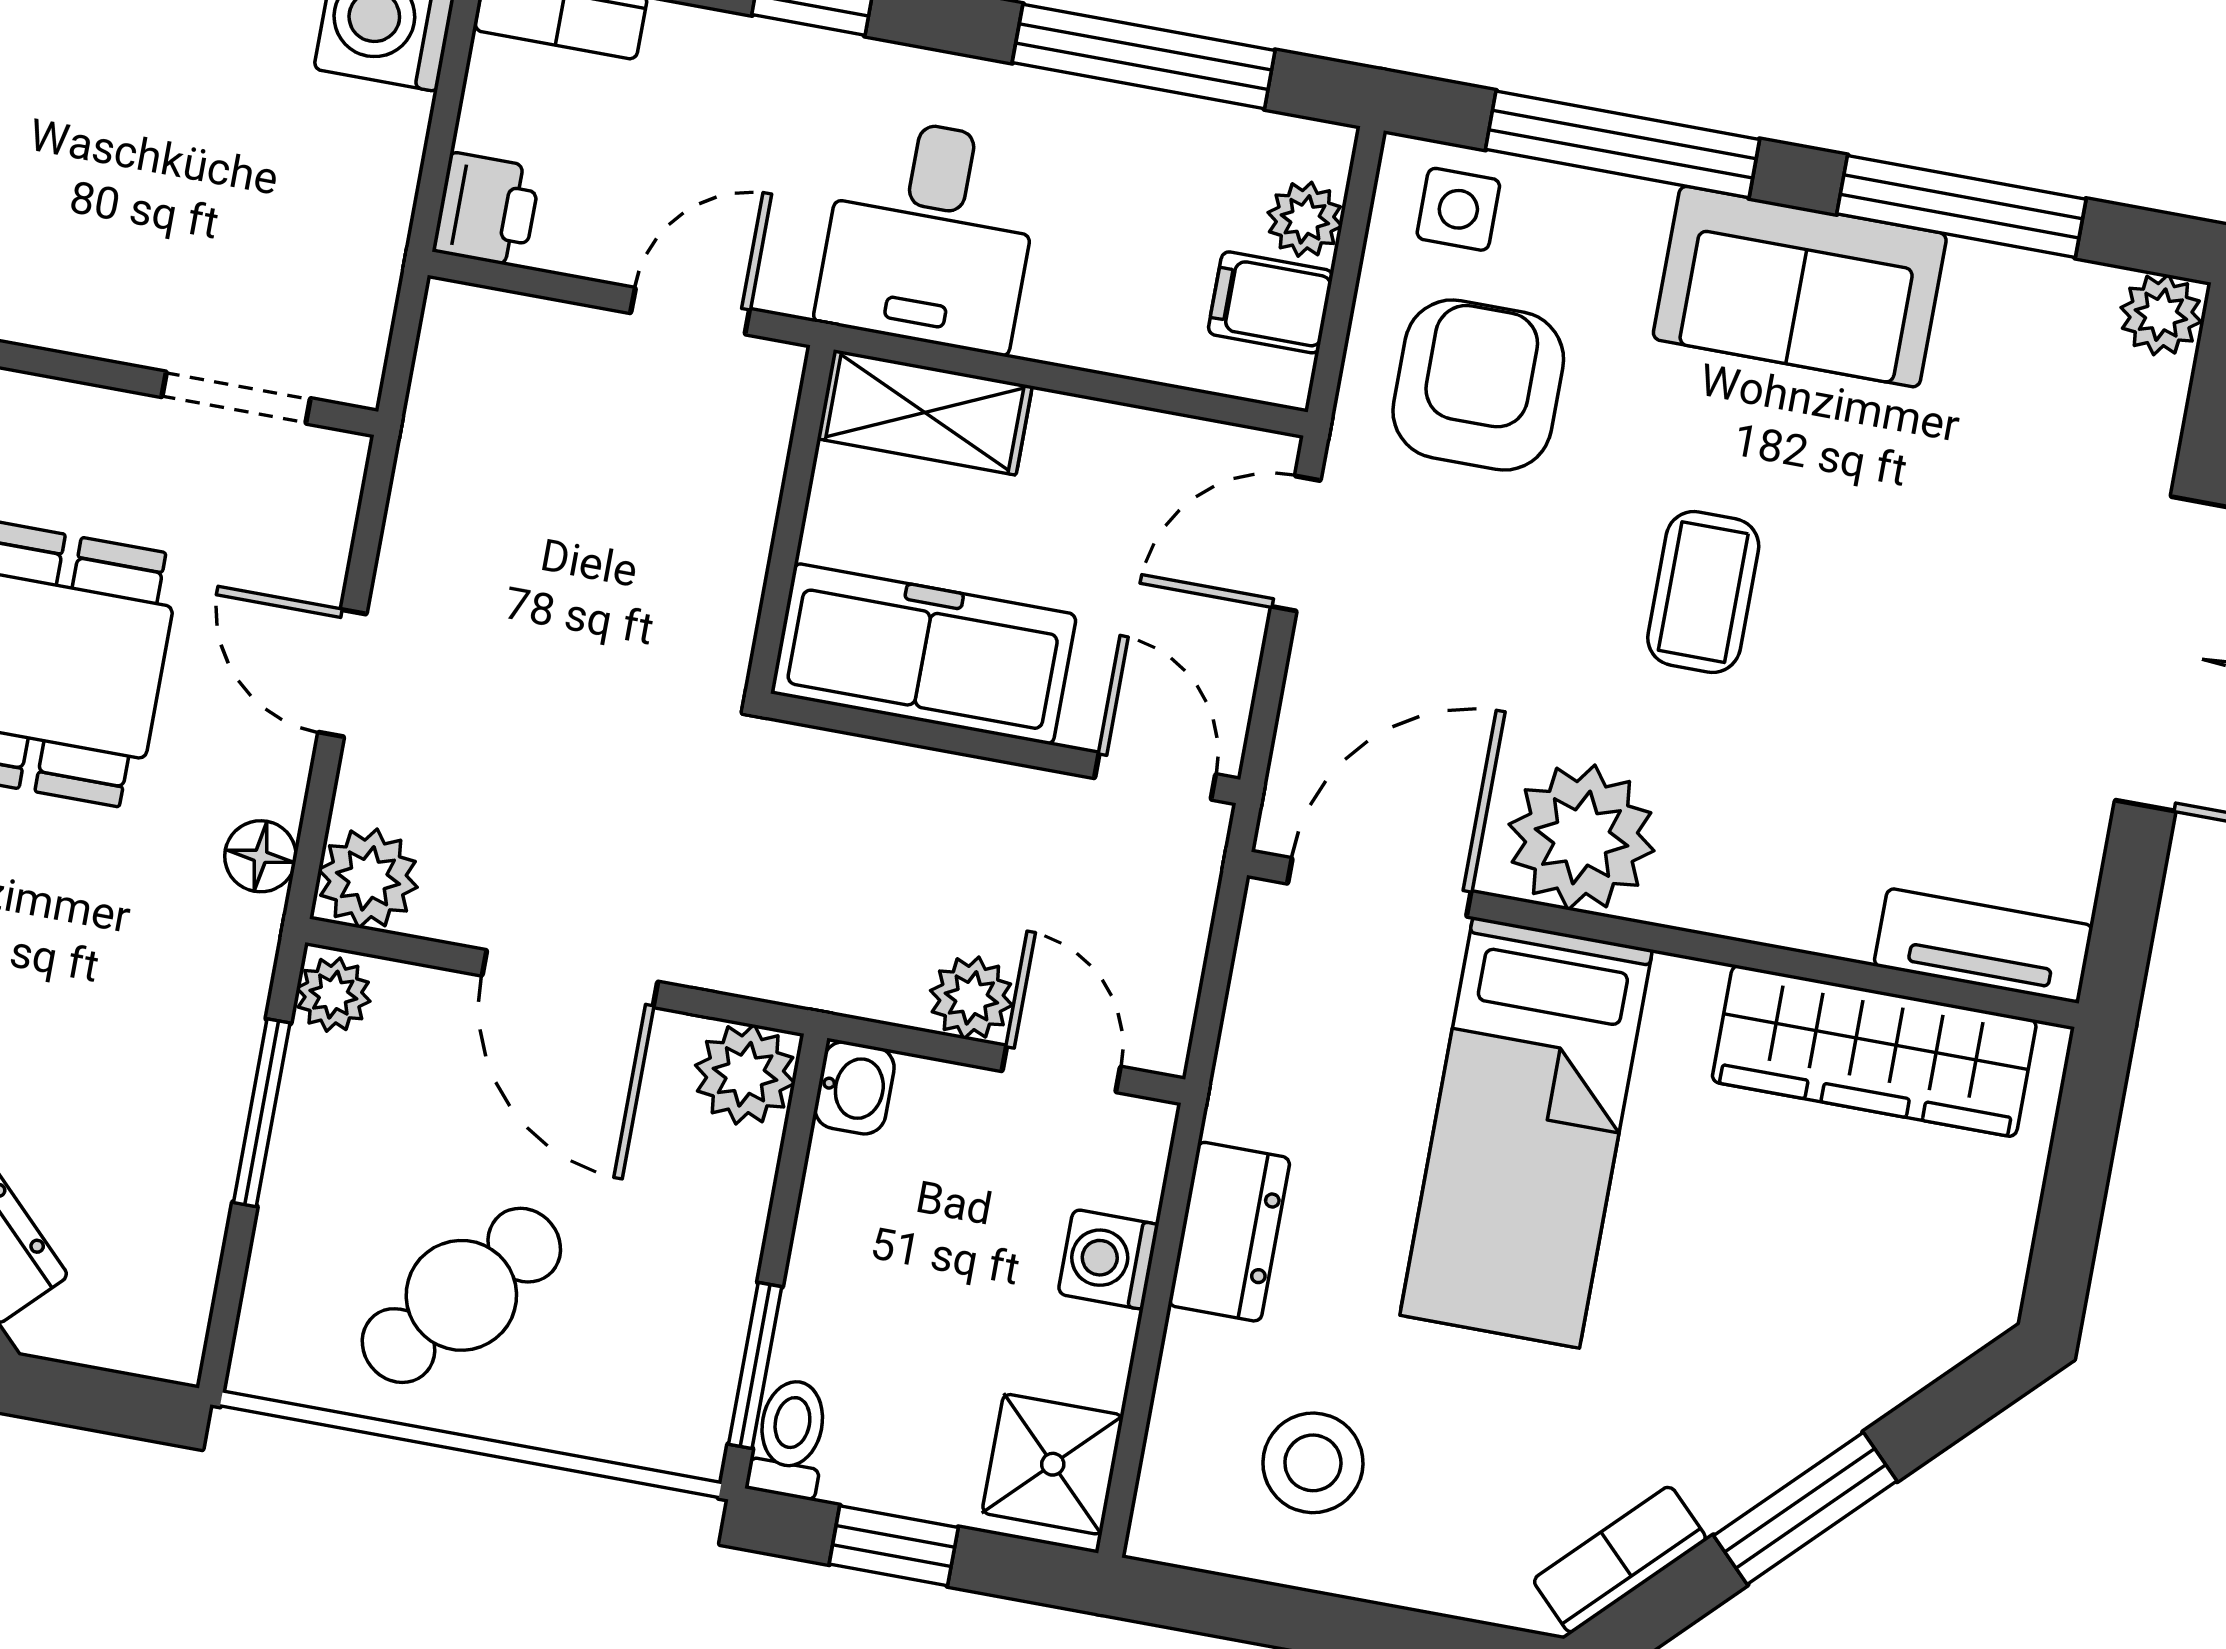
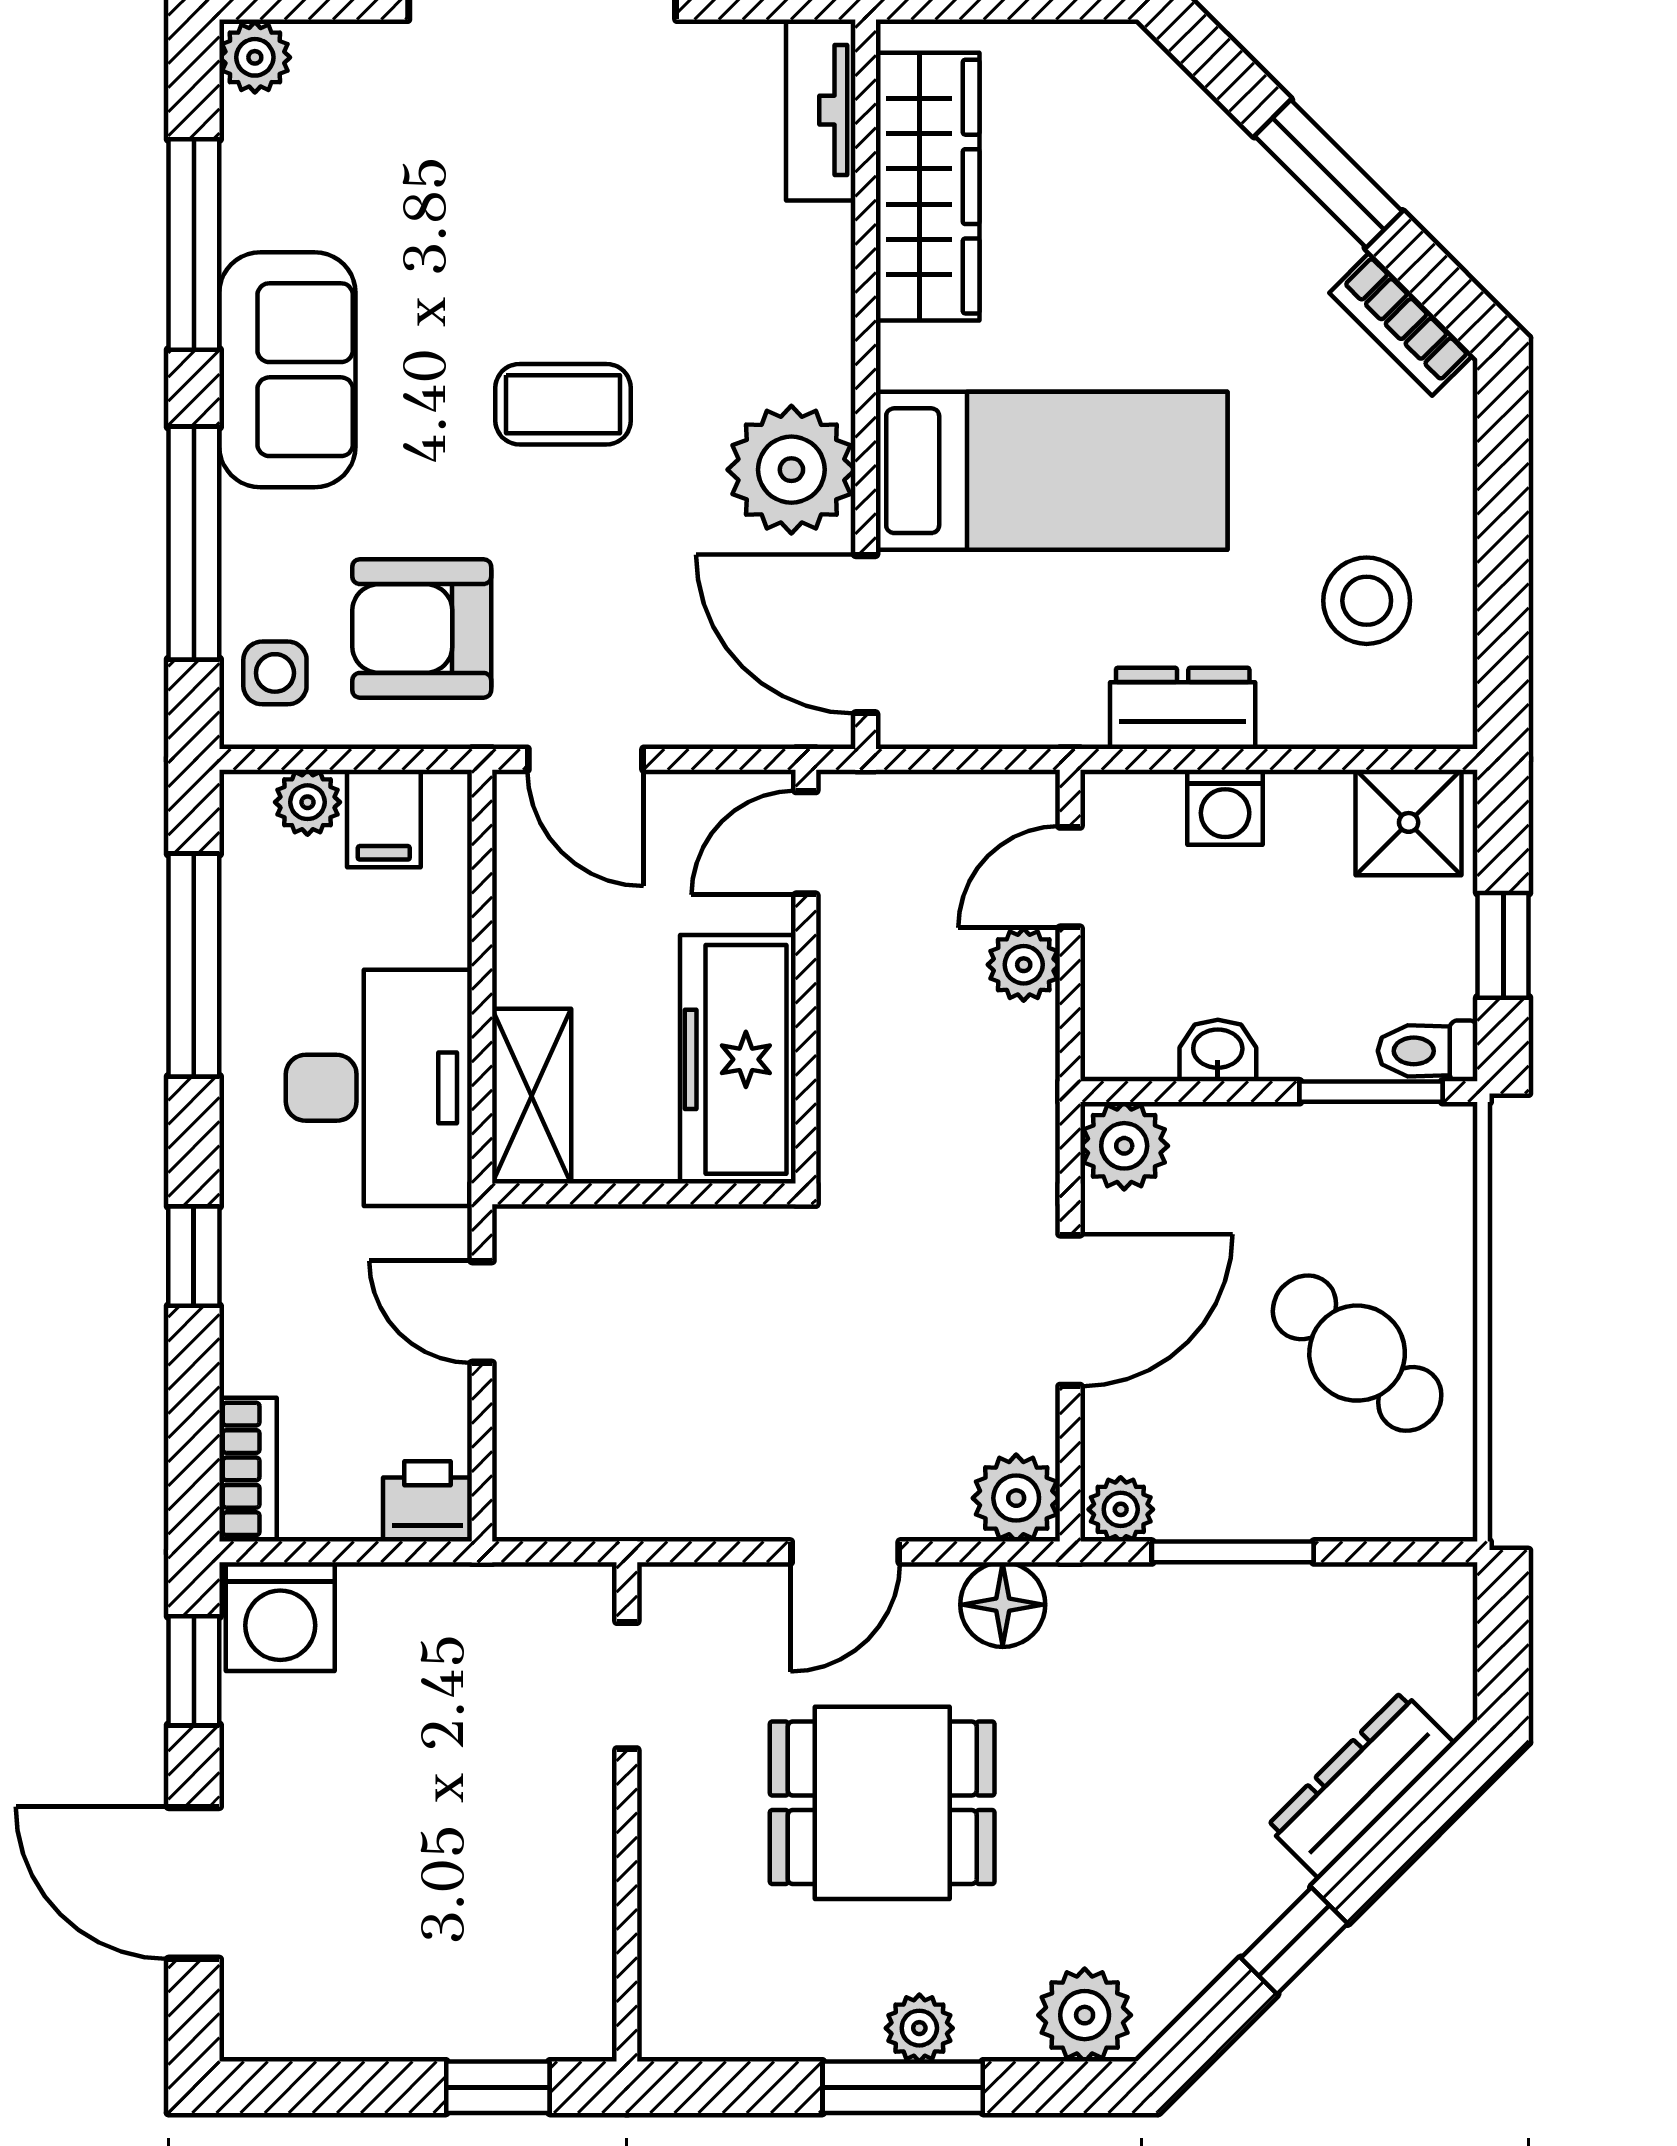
desk: (930, 234) -> (379, 1088), width x1.37
floor lamp: (261, 856) -> (1003, 1605), width x1.37, depth x1.37
washbasin: (854, 1088) -> (1218, 1050), moved

